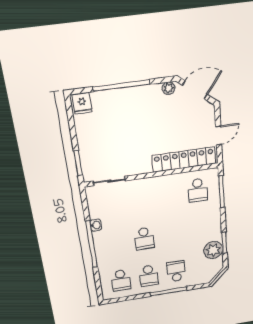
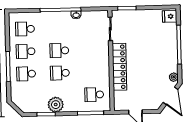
locker: (184, 160) -> (119, 67), moved
school desk: (173, 234) -> (60, 73), added
plant: (213, 250) -> (56, 105), moved
school desk: (176, 271) -> (26, 74), turned 180

